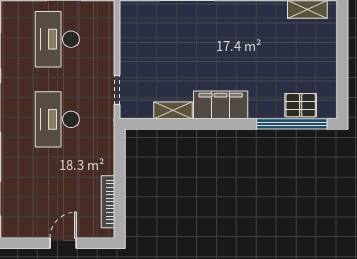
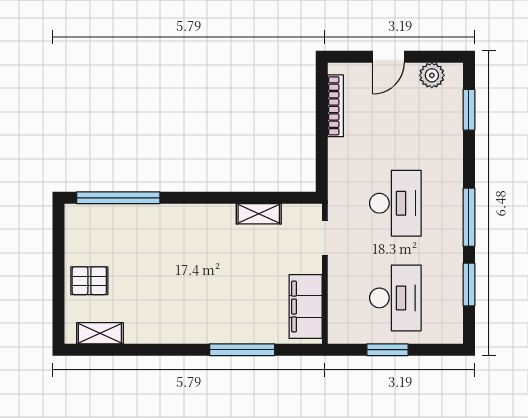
filing cabinet: (221, 105) -> (306, 307), moved, turned 90
pallet: (301, 105) -> (89, 281), moved
plant: (27, 228) -> (432, 75), added

